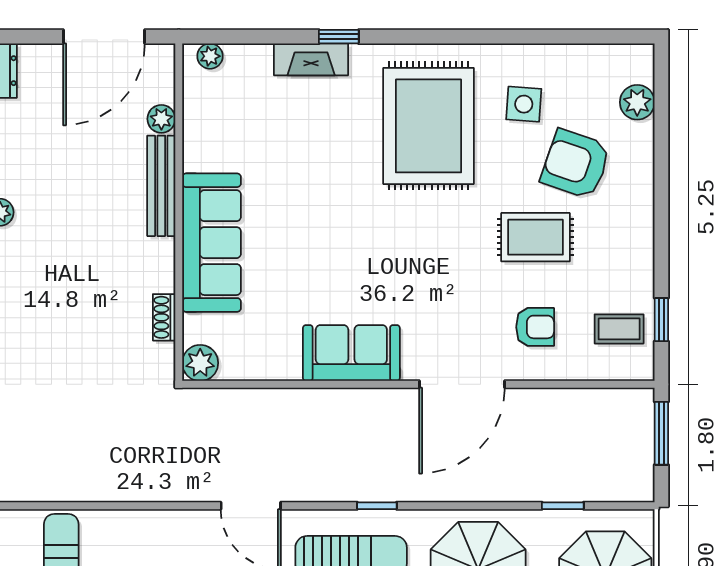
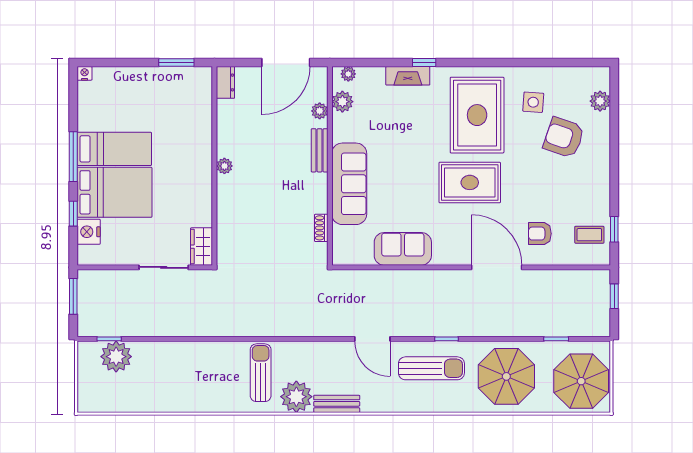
bench: (161, 186) -> (320, 150), width x0.73
rug: (536, 237) -> (470, 182), moved, width x1.36, depth x1.43
armchair: (535, 327) -> (540, 234), turned 180
sofa: (351, 353) -> (403, 249), moved
plant: (200, 363) -> (342, 102), moved
door: (462, 384) -> (497, 267), swing flipped
window: (661, 433) -> (614, 296), width x0.67

